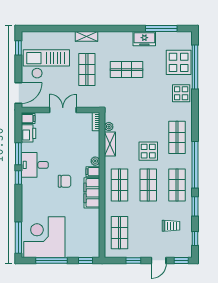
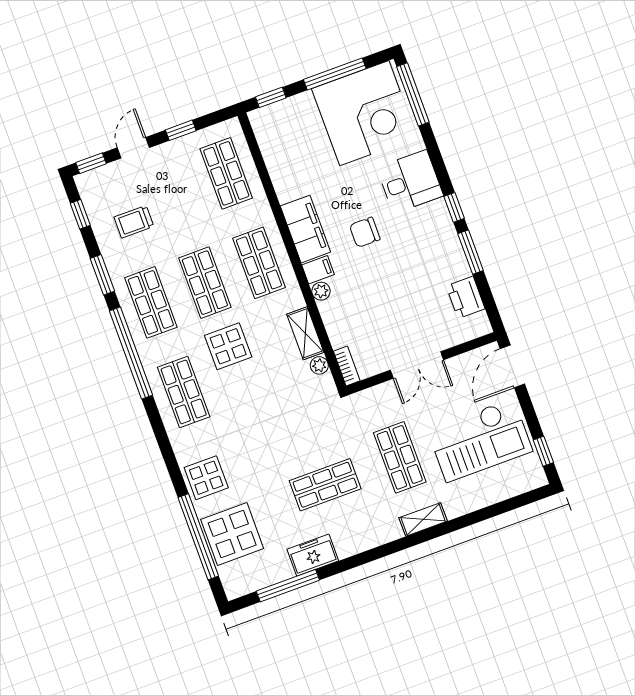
filing cabinet: (28, 119) -> (476, 325), removed
desk: (35, 165) -> (410, 182), moved

